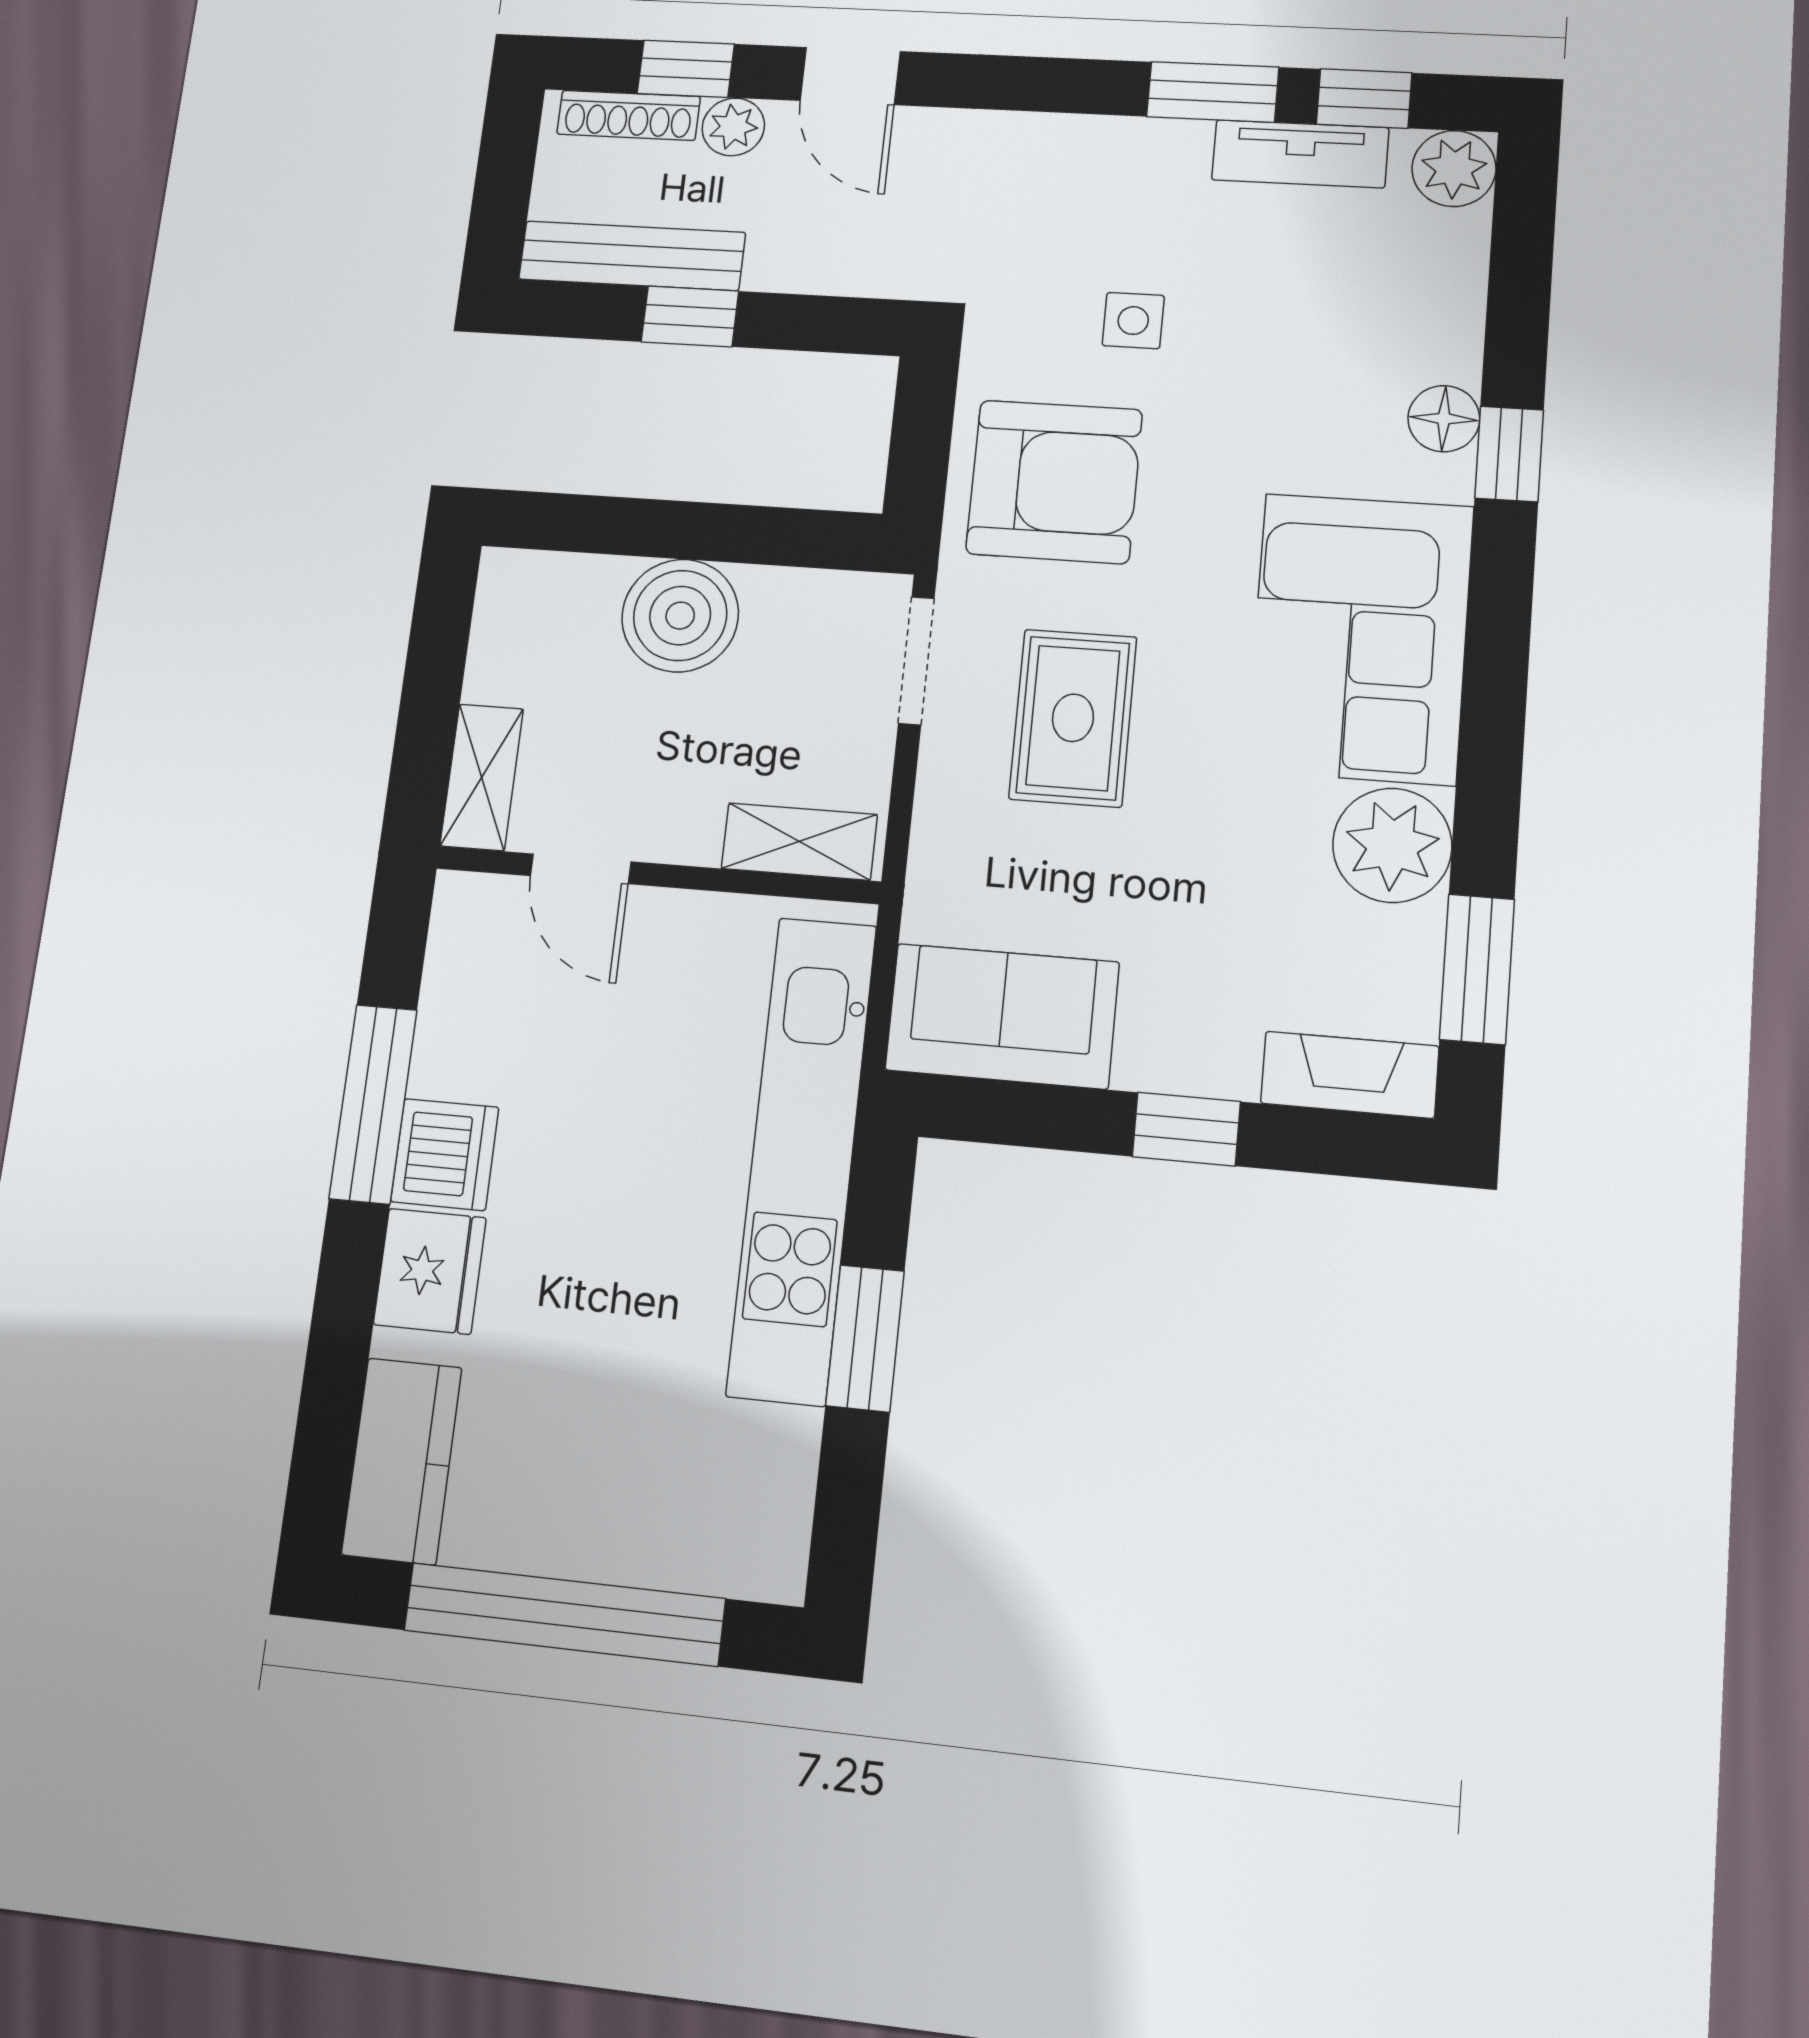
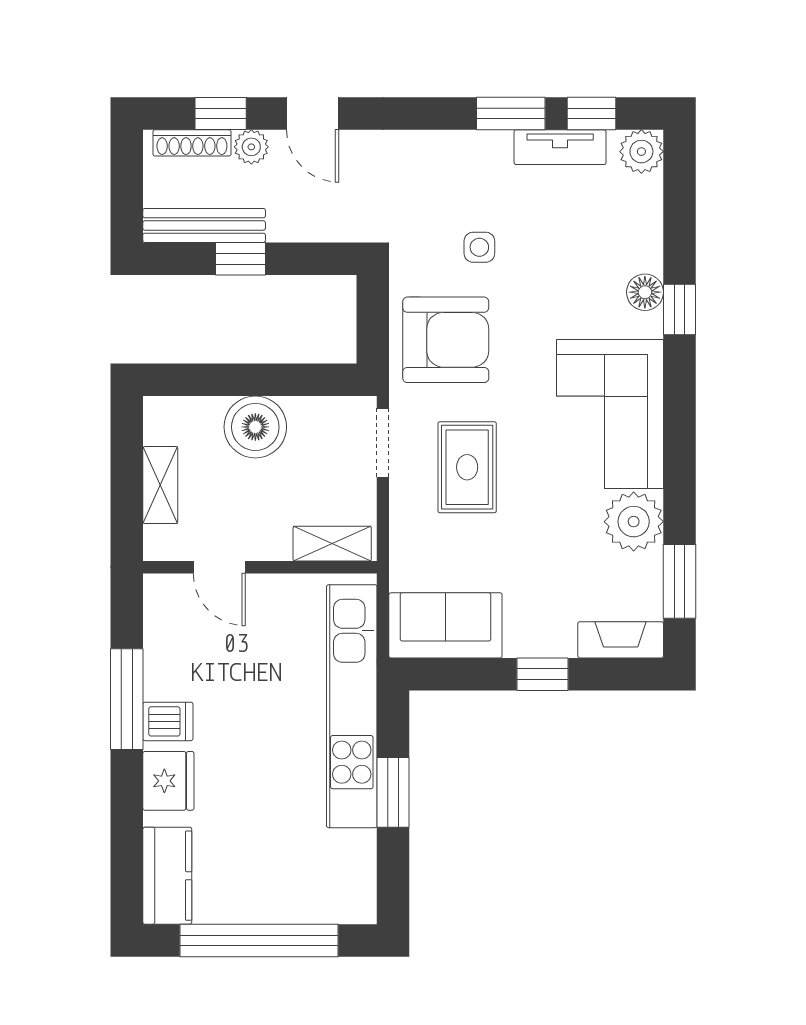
shelving: (482, 777) -> (160, 485), moved
dishwasher: (445, 1154) -> (168, 721), width x0.73

